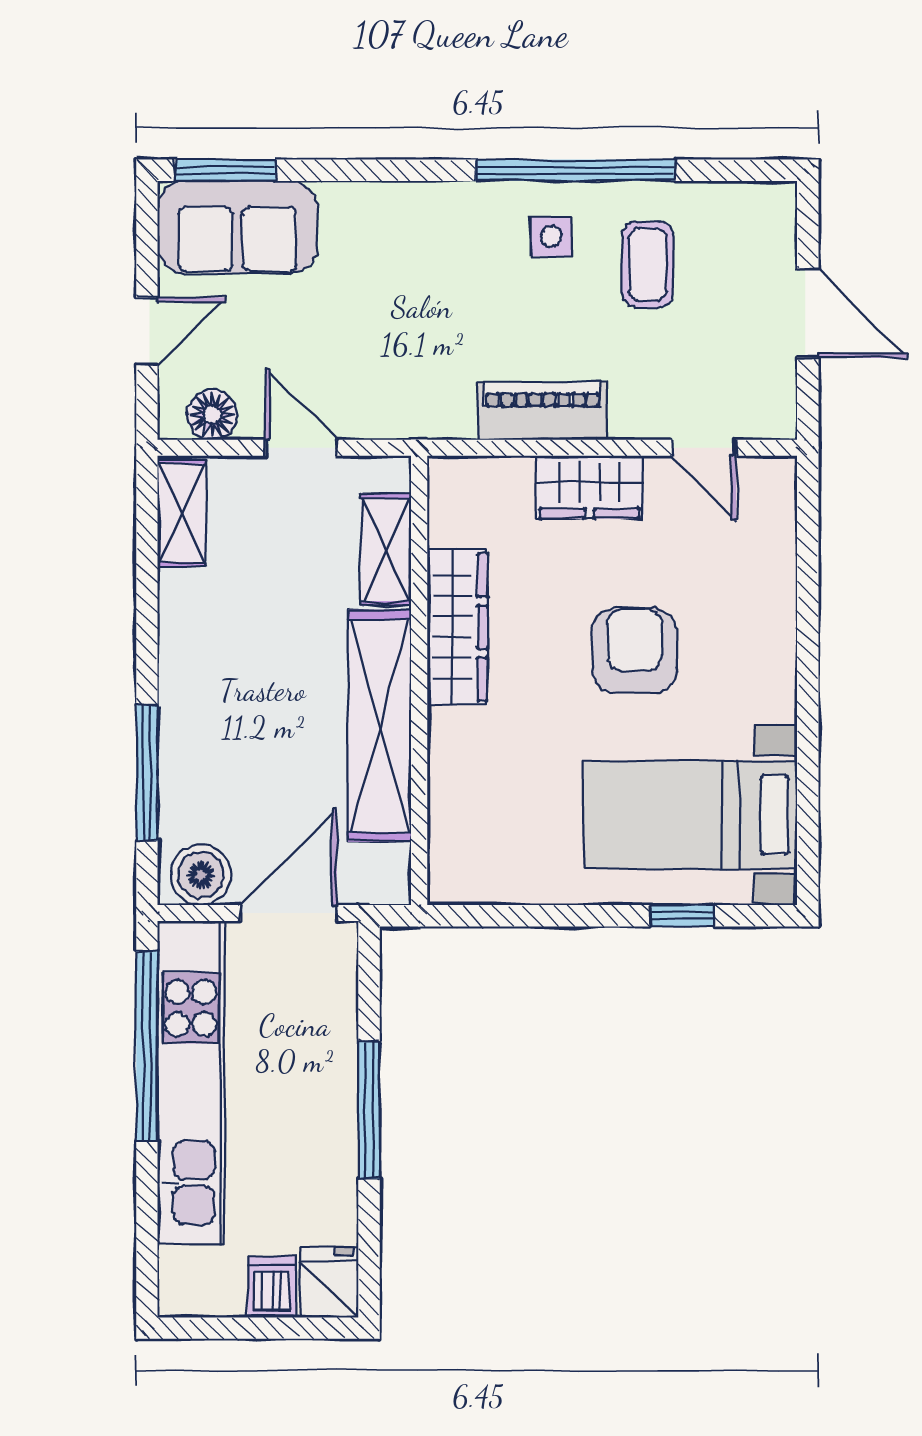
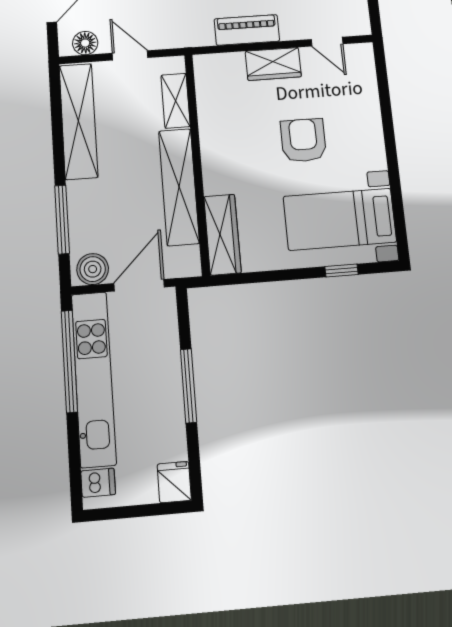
shelving: (182, 513) -> (78, 121), width x2.20, depth x1.33
wardrobe: (457, 627) -> (222, 234), moved
dishwasher: (272, 1287) -> (98, 483), moved, turned 90

